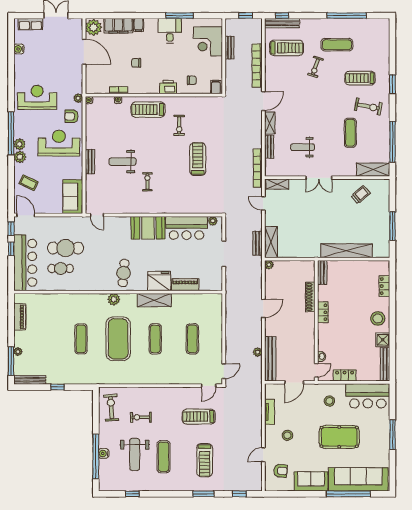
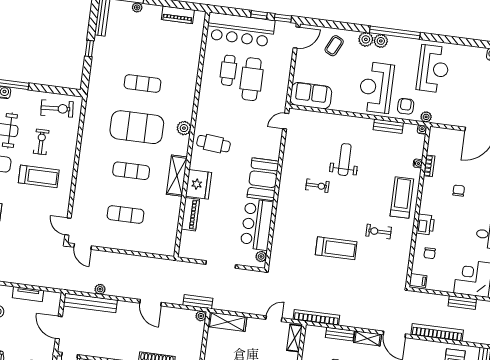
reception desk: (59, 143) -> (376, 87), turned 180
bench: (90, 162) -> (388, 126), moved
bench: (257, 243) -> (198, 302), moved
treadmill: (199, 417) -> (39, 176), moved, turned 90

